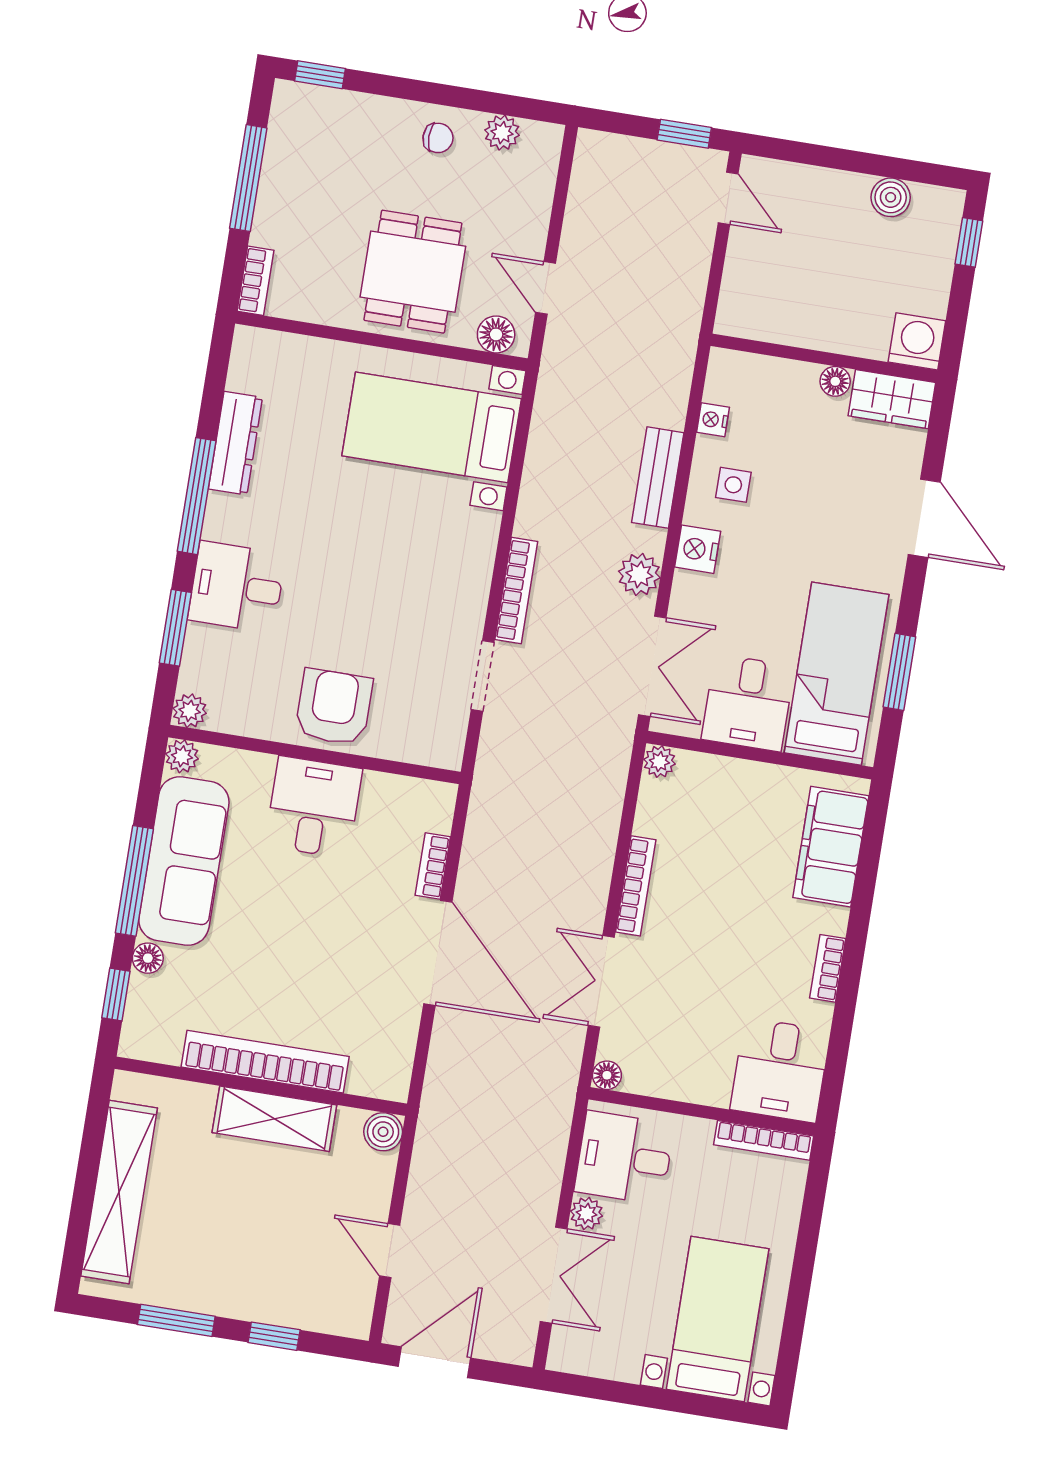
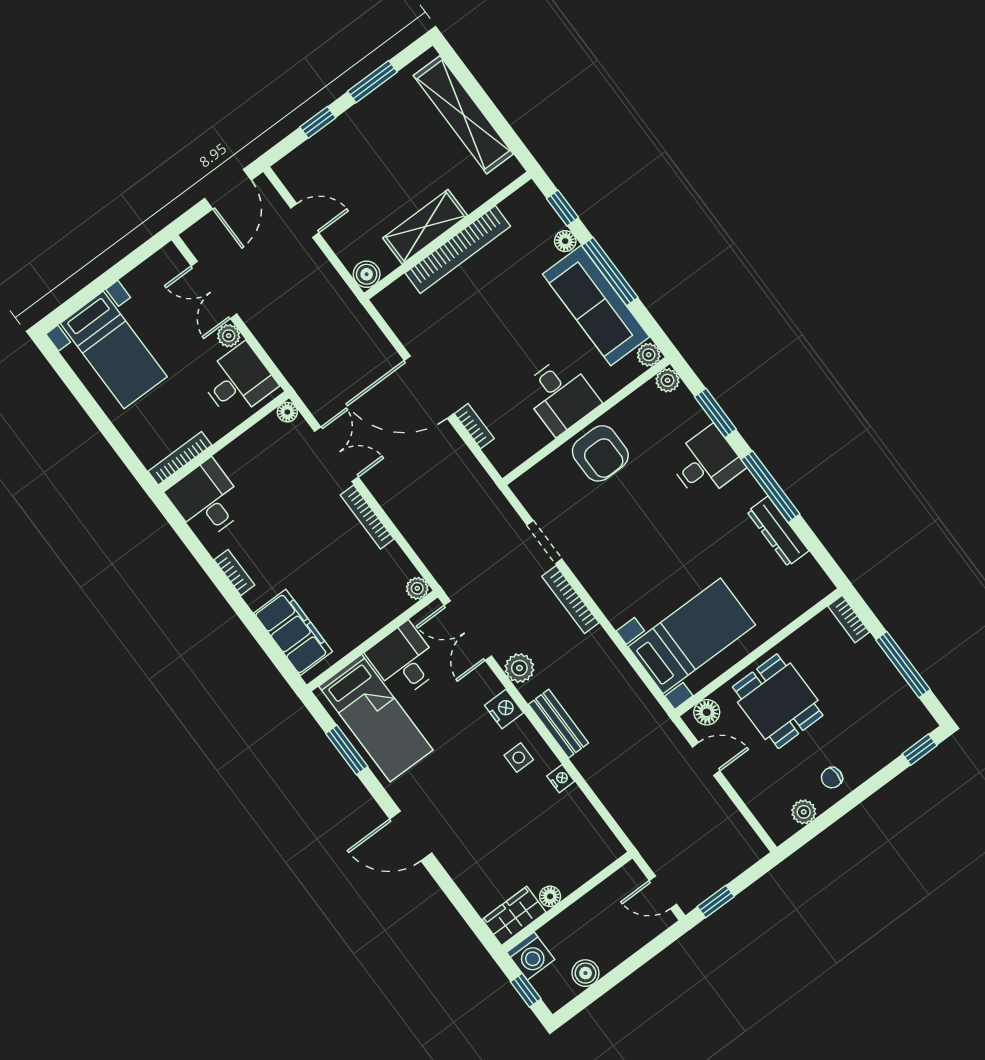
washing machine: (917, 341) -> (531, 956), moved
wall: (824, 358) -> (567, 902), moved
floor lamp: (835, 381) -> (550, 896), moved
wardrobe: (892, 399) -> (514, 916), moved

